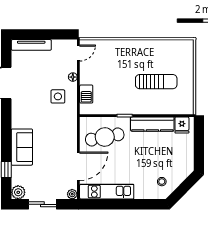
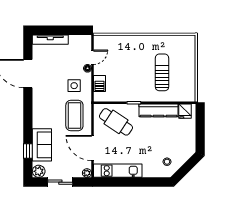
door: (78, 53) -> (93, 57), moved
sun lounger: (156, 82) -> (162, 72), turned -90
coffee table: (58, 130) -> (74, 115), added
cafe table: (105, 137) -> (116, 122), turned 45
sofa: (22, 147) -> (42, 145), moved
door: (78, 166) -> (93, 148), swing flipped

